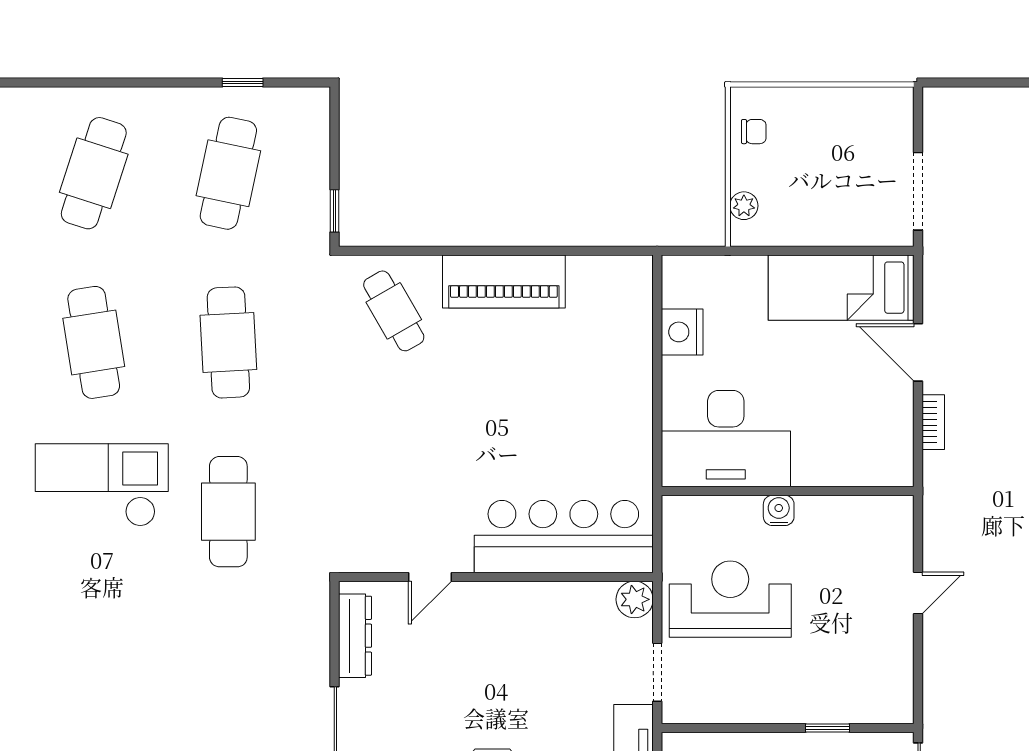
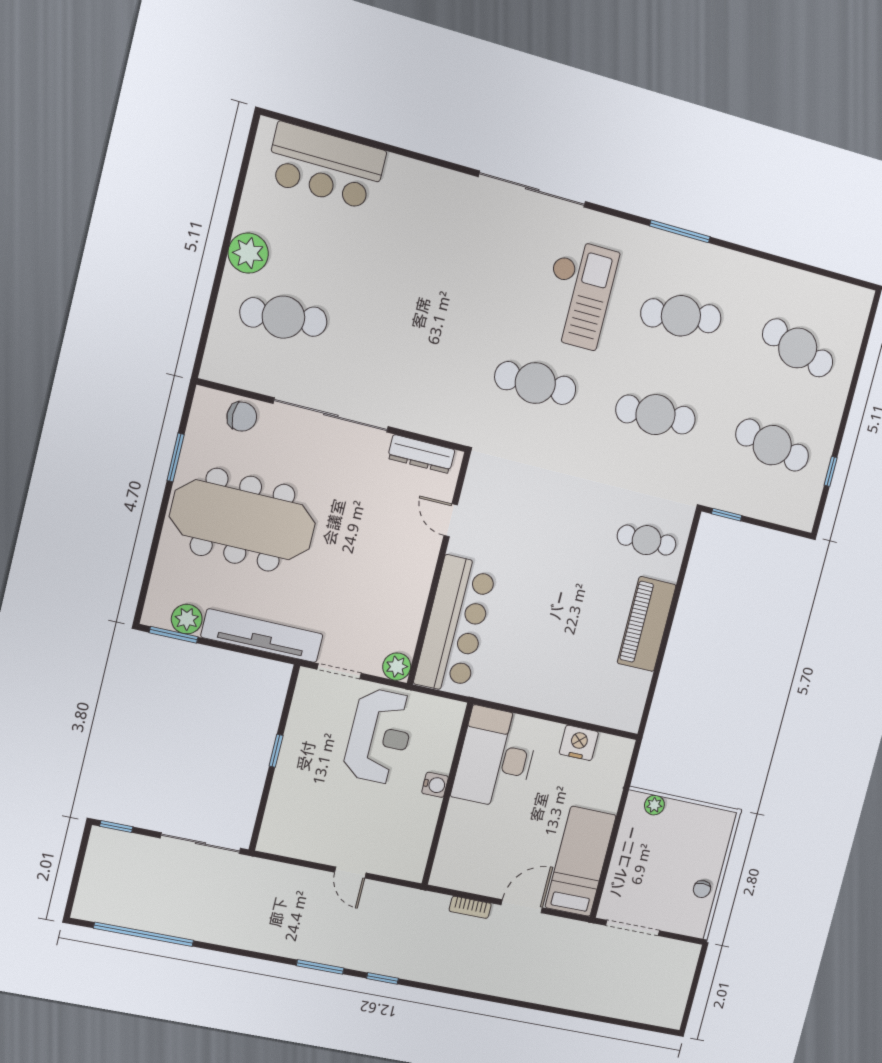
chair: (754, 132) -> (702, 889), moved
cafe table: (394, 311) -> (647, 540), turned 30
window: (827, 728) -> (276, 751), moved

